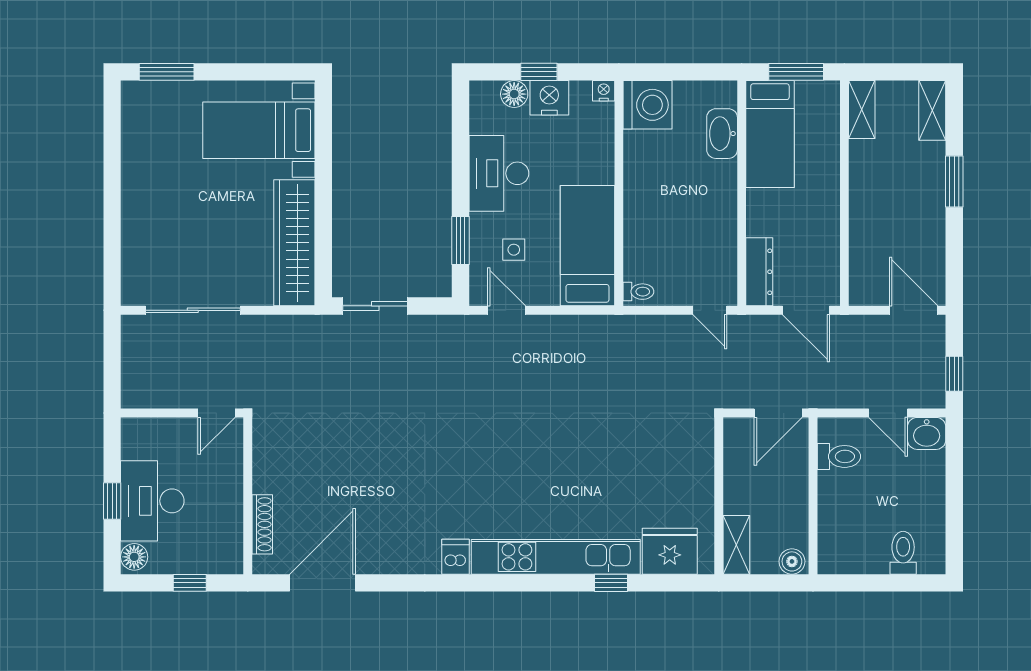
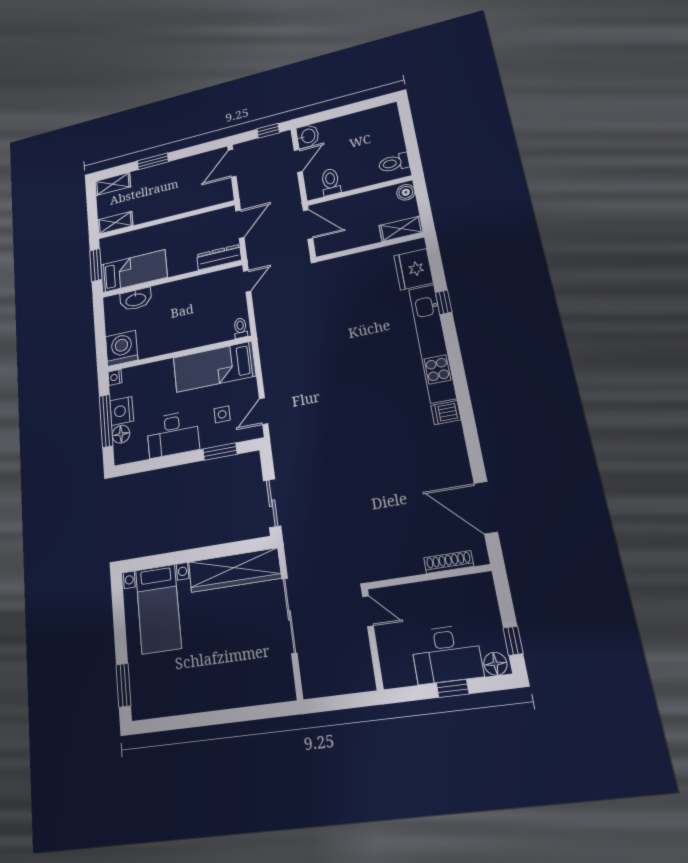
window: (539, 72) -> (106, 421), width x2.17
sliding door: (193, 310) -> (289, 615), moved
toilet: (903, 553) -> (394, 163), moved
window: (190, 583) -> (513, 641), moved

